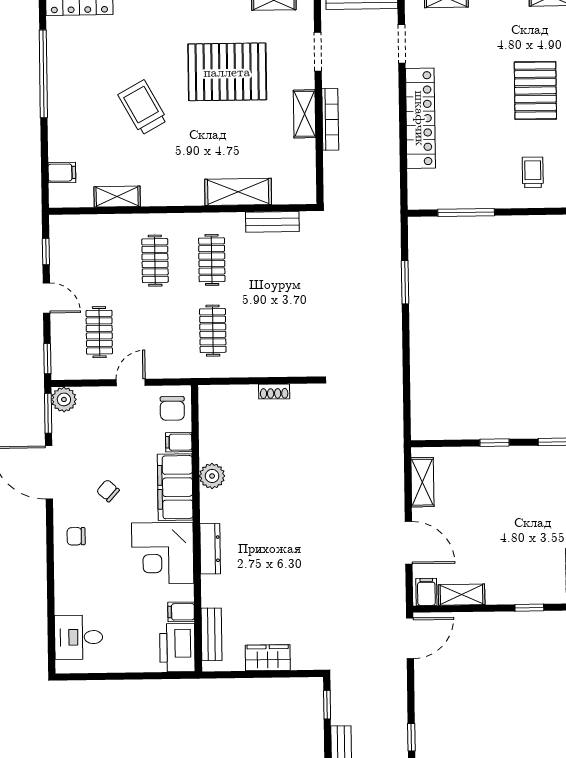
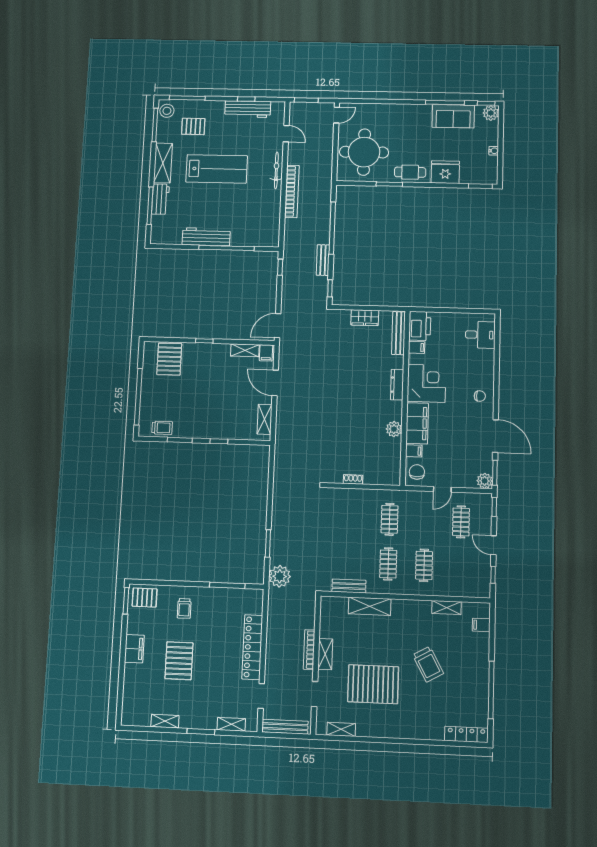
plant: (383, 231) -> (280, 576), added
chair: (108, 491) -> (459, 423), removed
bench: (212, 634) -> (398, 333), width x1.36

